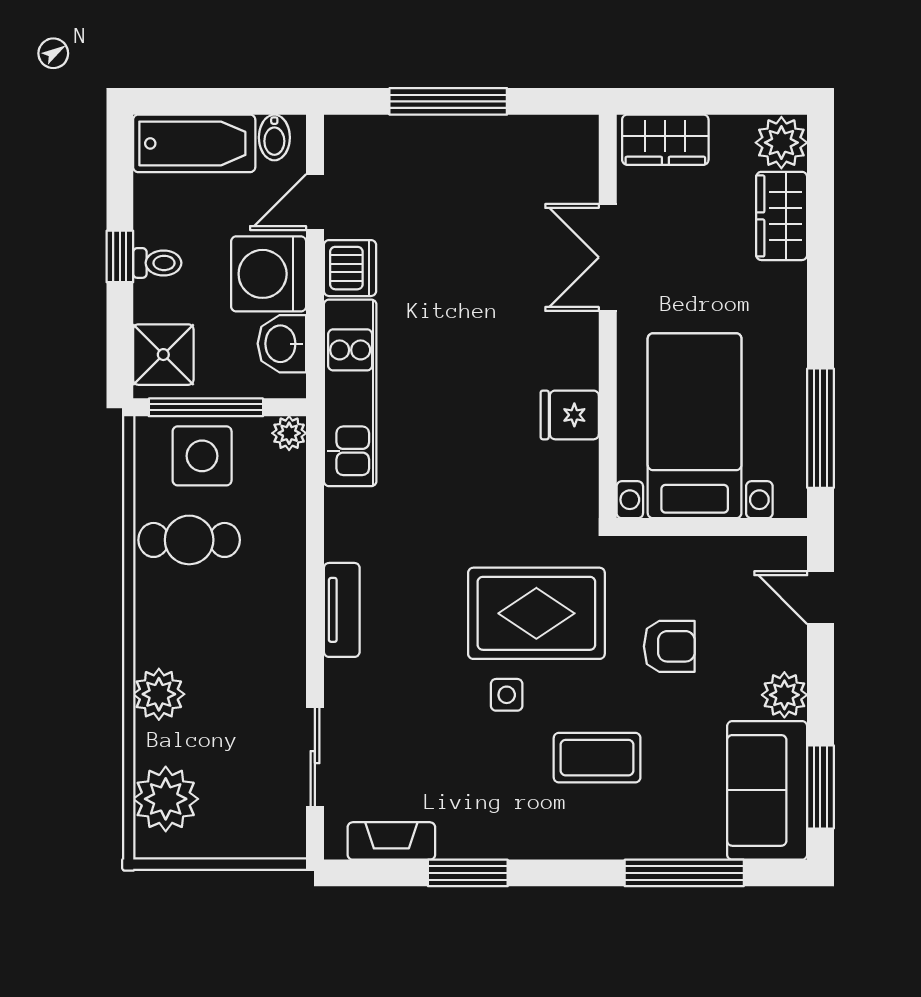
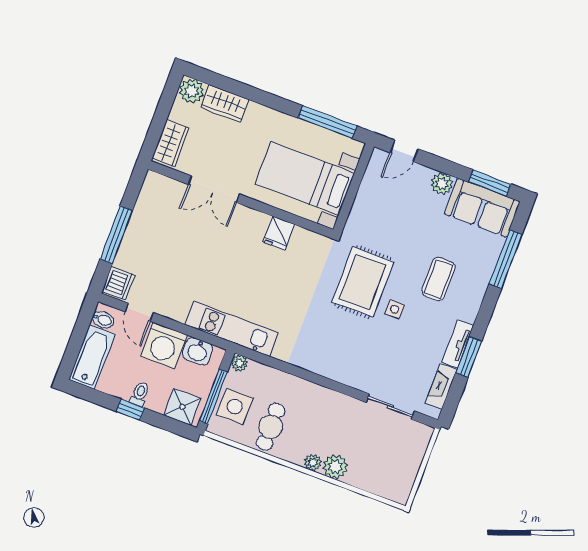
dishwasher: (350, 268) -> (118, 283), moved, turned 90
tv unit: (342, 610) -> (458, 344), moved, turned -90
armchair: (669, 646) -> (400, 227), removed
plant: (166, 799) -> (313, 462), moved, width x0.53, depth x0.53

